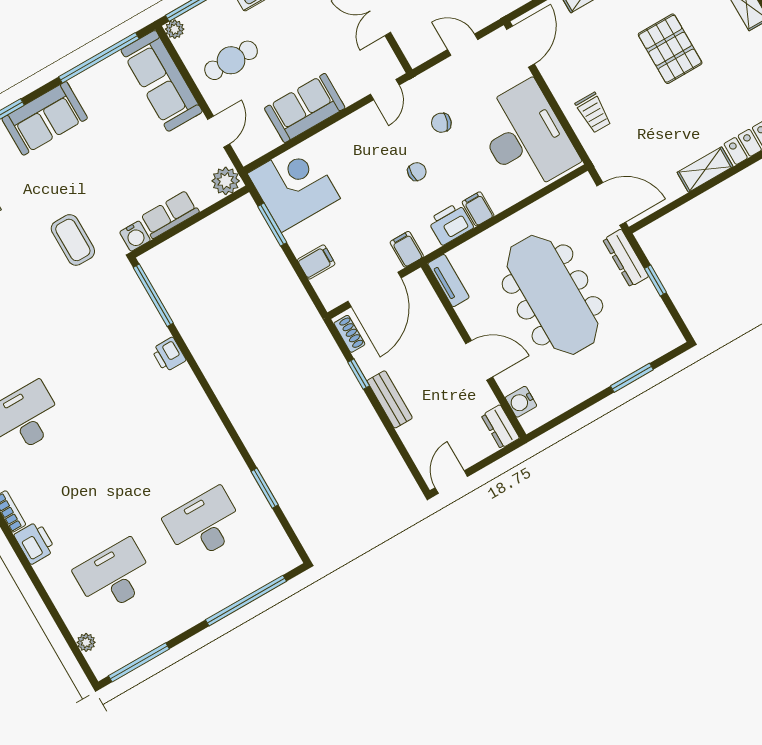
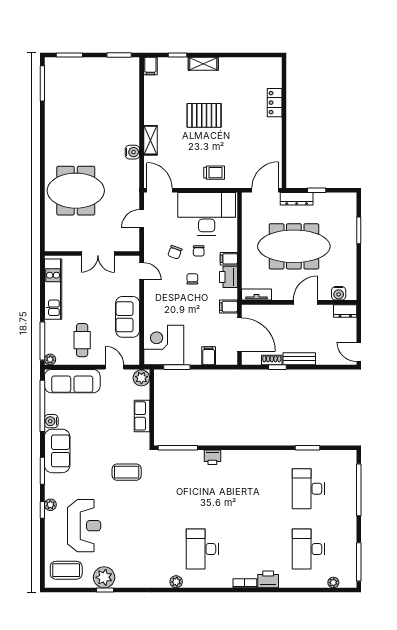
chair: (464, 157) -> (199, 251), added
shelving: (705, 170) -> (275, 133), removed
water cooler: (135, 236) -> (51, 421), moved, turned 180
shoe rack: (349, 334) -> (272, 360), moved

